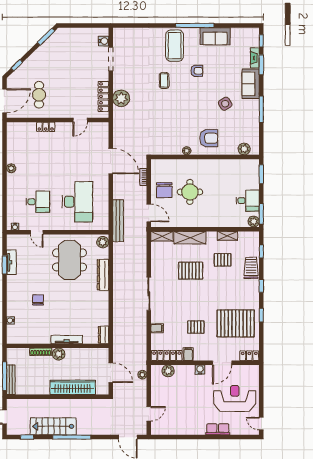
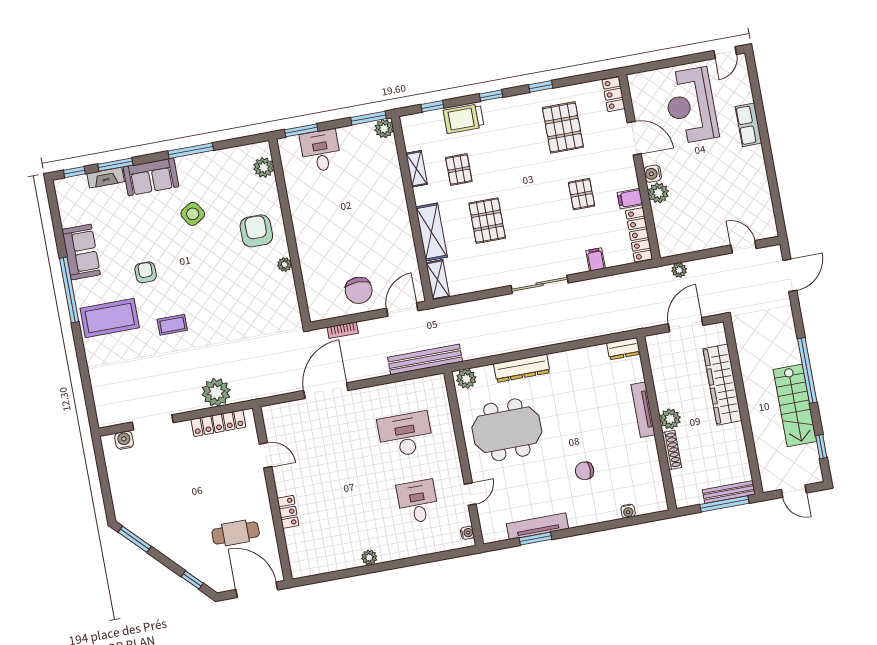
chair: (164, 190) -> (359, 290), turned 90
round table: (190, 192) -> (354, 246), removed
desk: (248, 201) -> (321, 151), moved
desk: (77, 202) -> (405, 434), width x0.73, depth x0.77
tv unit: (11, 262) -> (537, 526), width x1.41
pallet: (236, 323) -> (563, 127), width x0.73, depth x0.71
plant: (168, 371) -> (658, 193), moved

